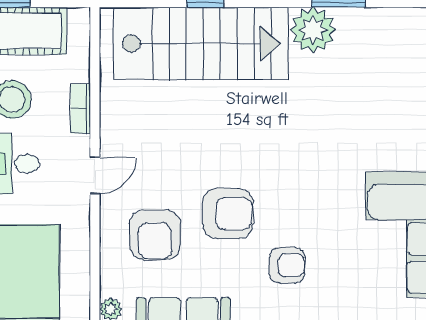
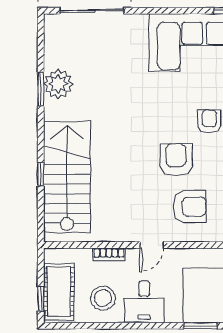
plant: (313, 30) -> (58, 84), moved
door: (95, 175) -> (152, 245), swing flipped

